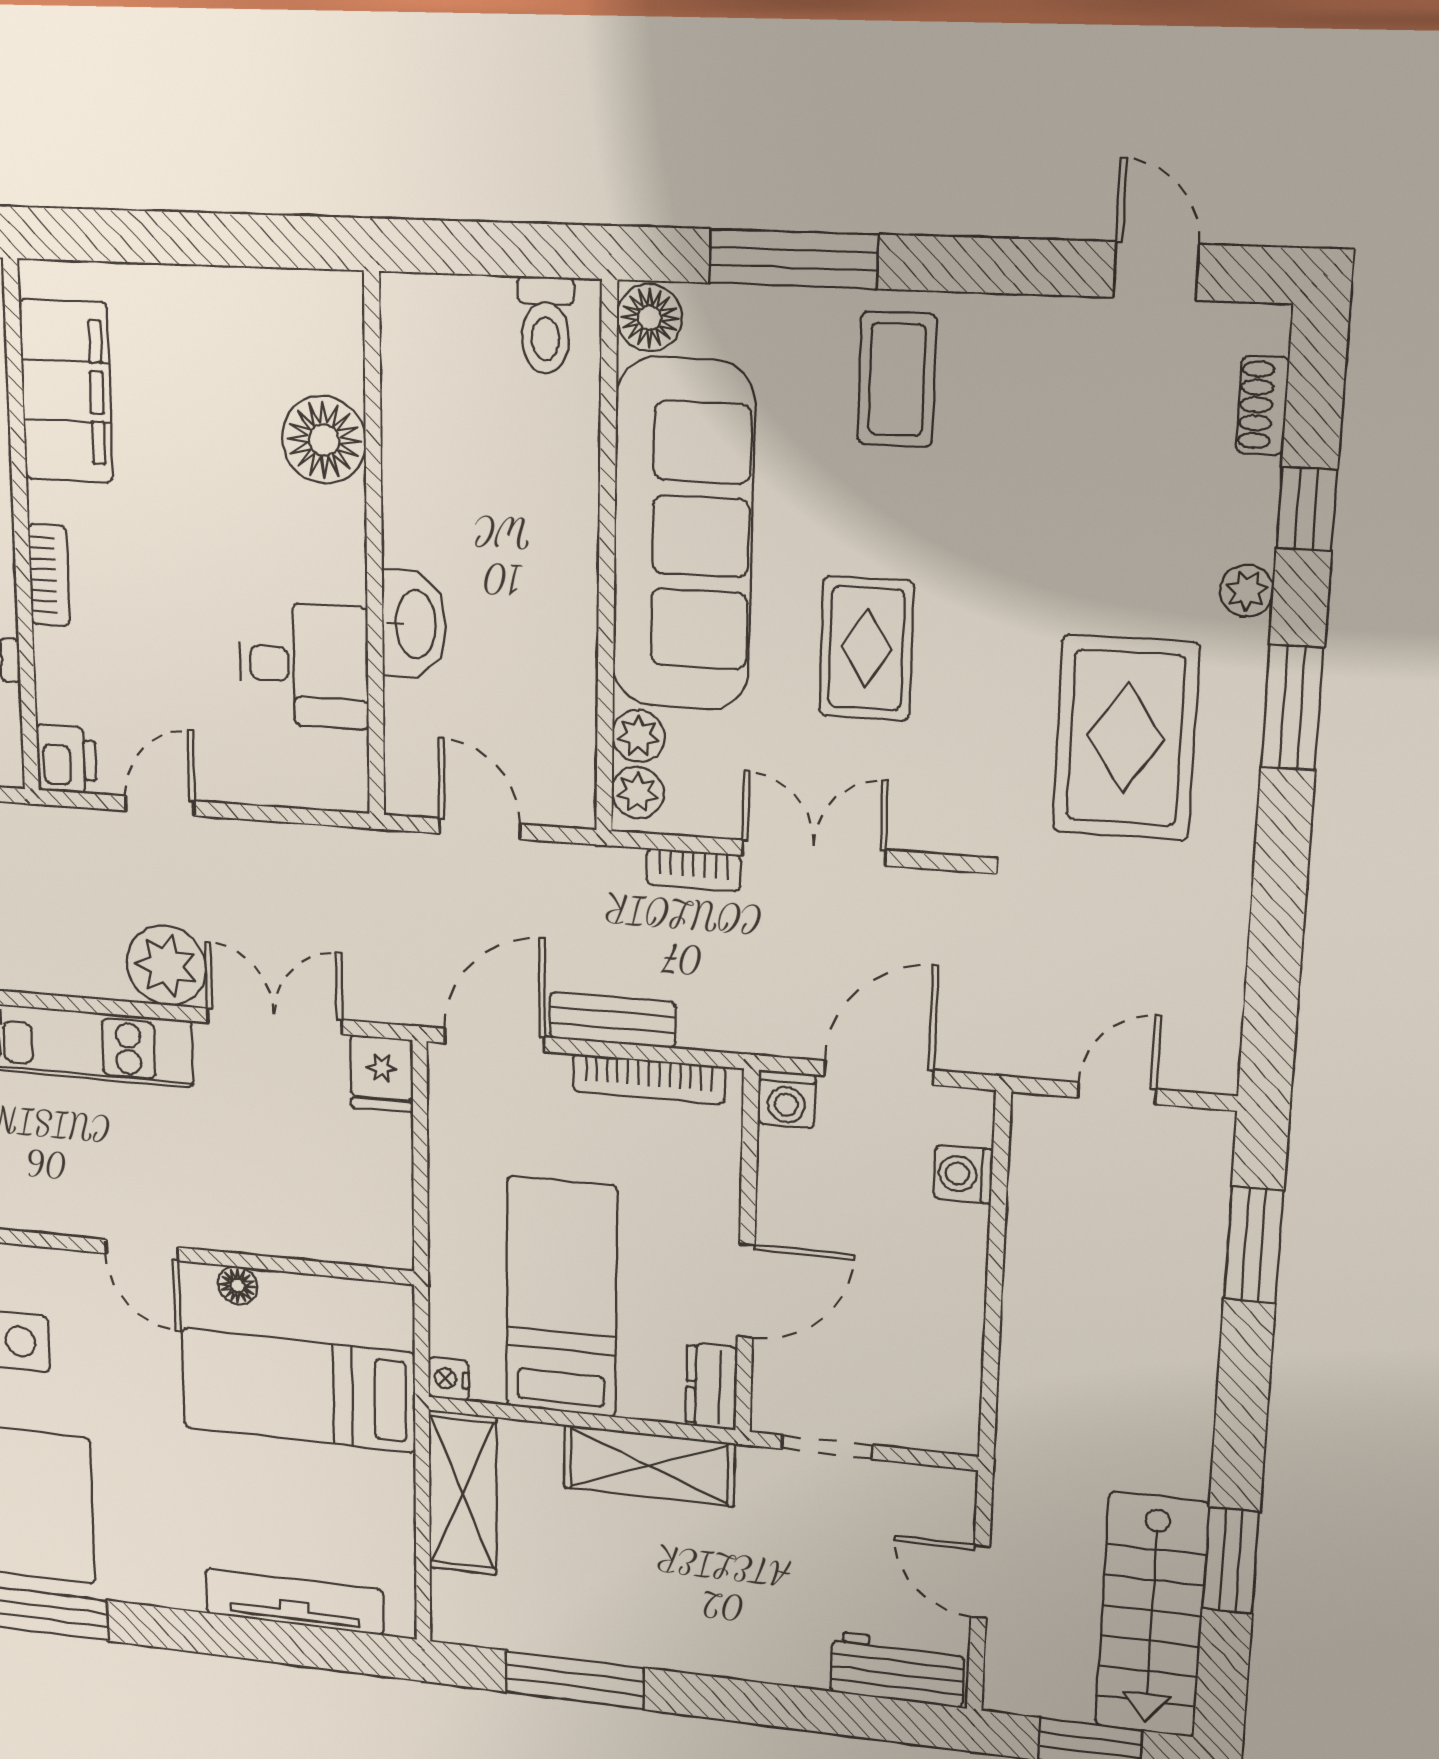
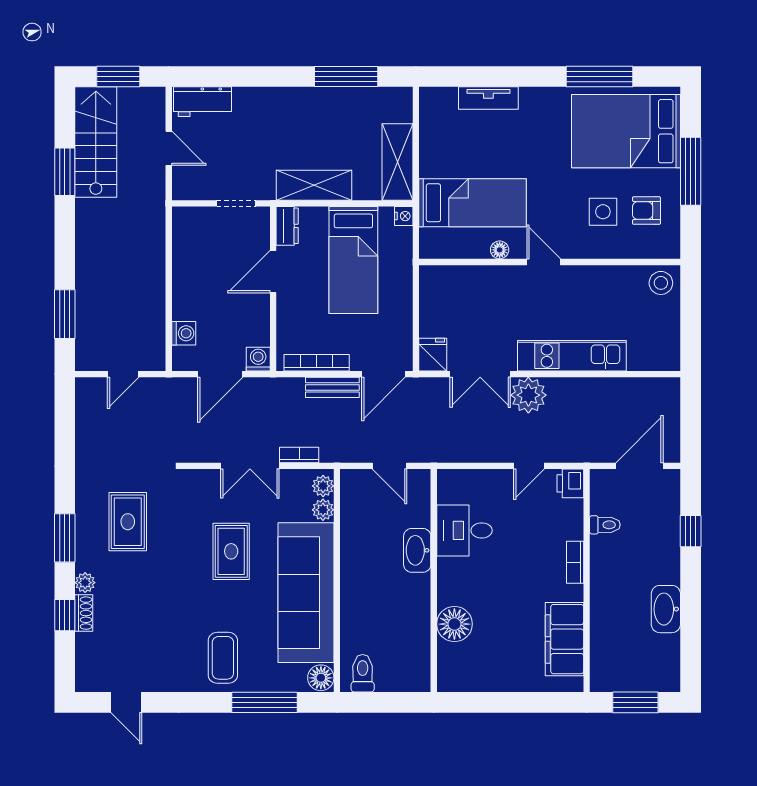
shoe rack: (1262, 405) -> (84, 613), moved
rug: (1126, 738) -> (128, 522), width x0.73, depth x0.70
tv unit: (294, 1602) -> (488, 98), width x0.71

